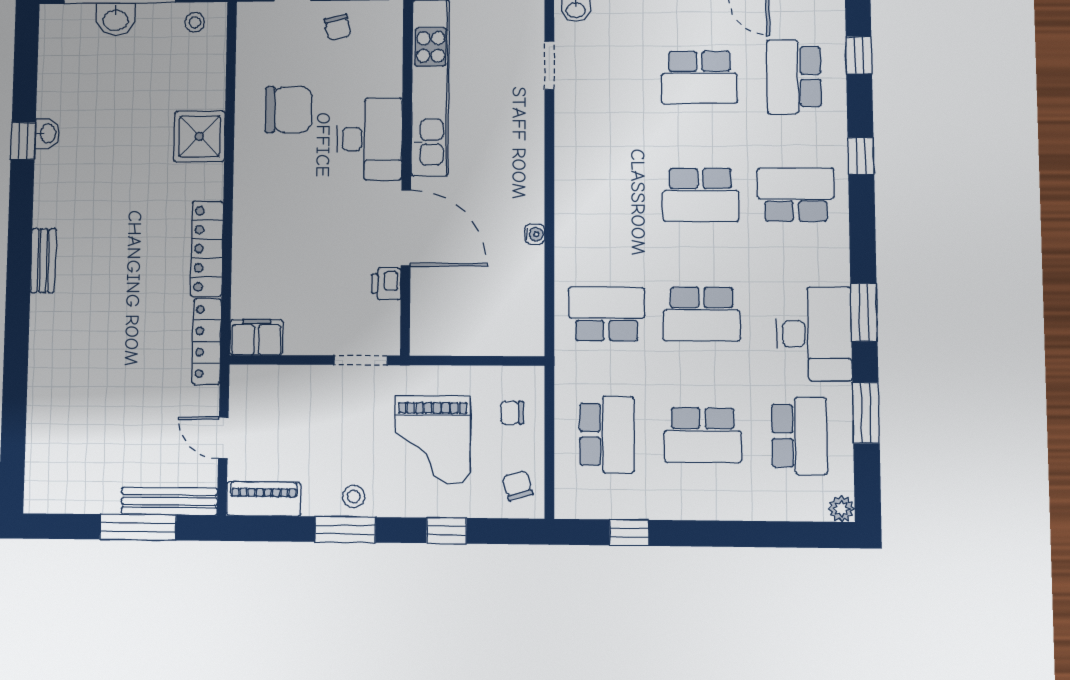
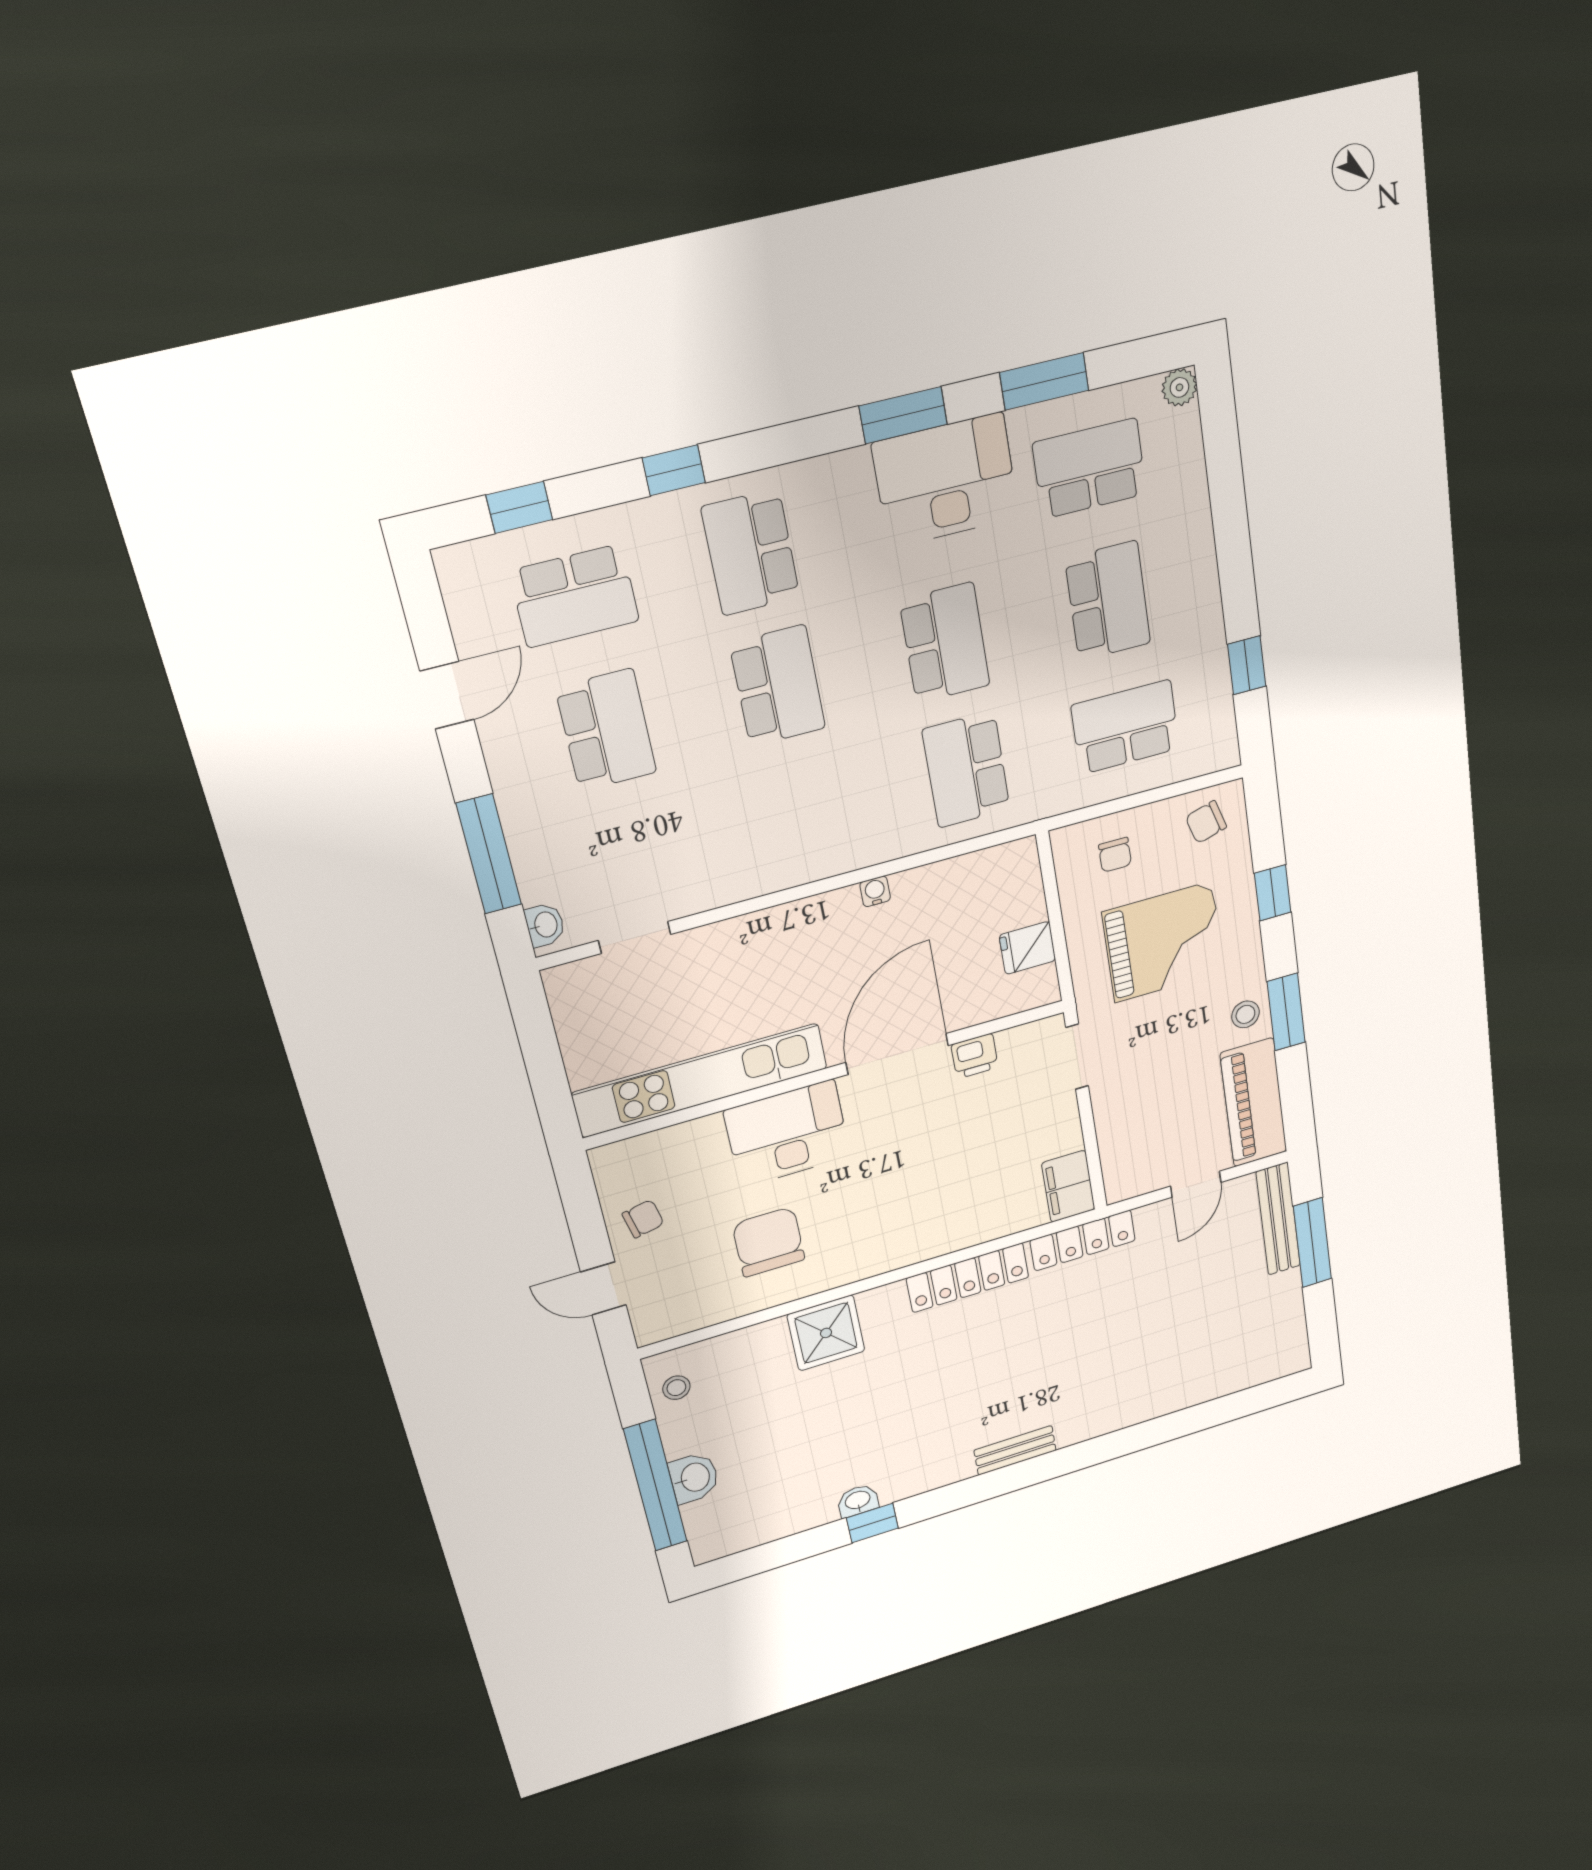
fridge: (459, 336) -> (1027, 948), added
piano: (264, 499) -> (1254, 1103), width x1.37, depth x1.33

